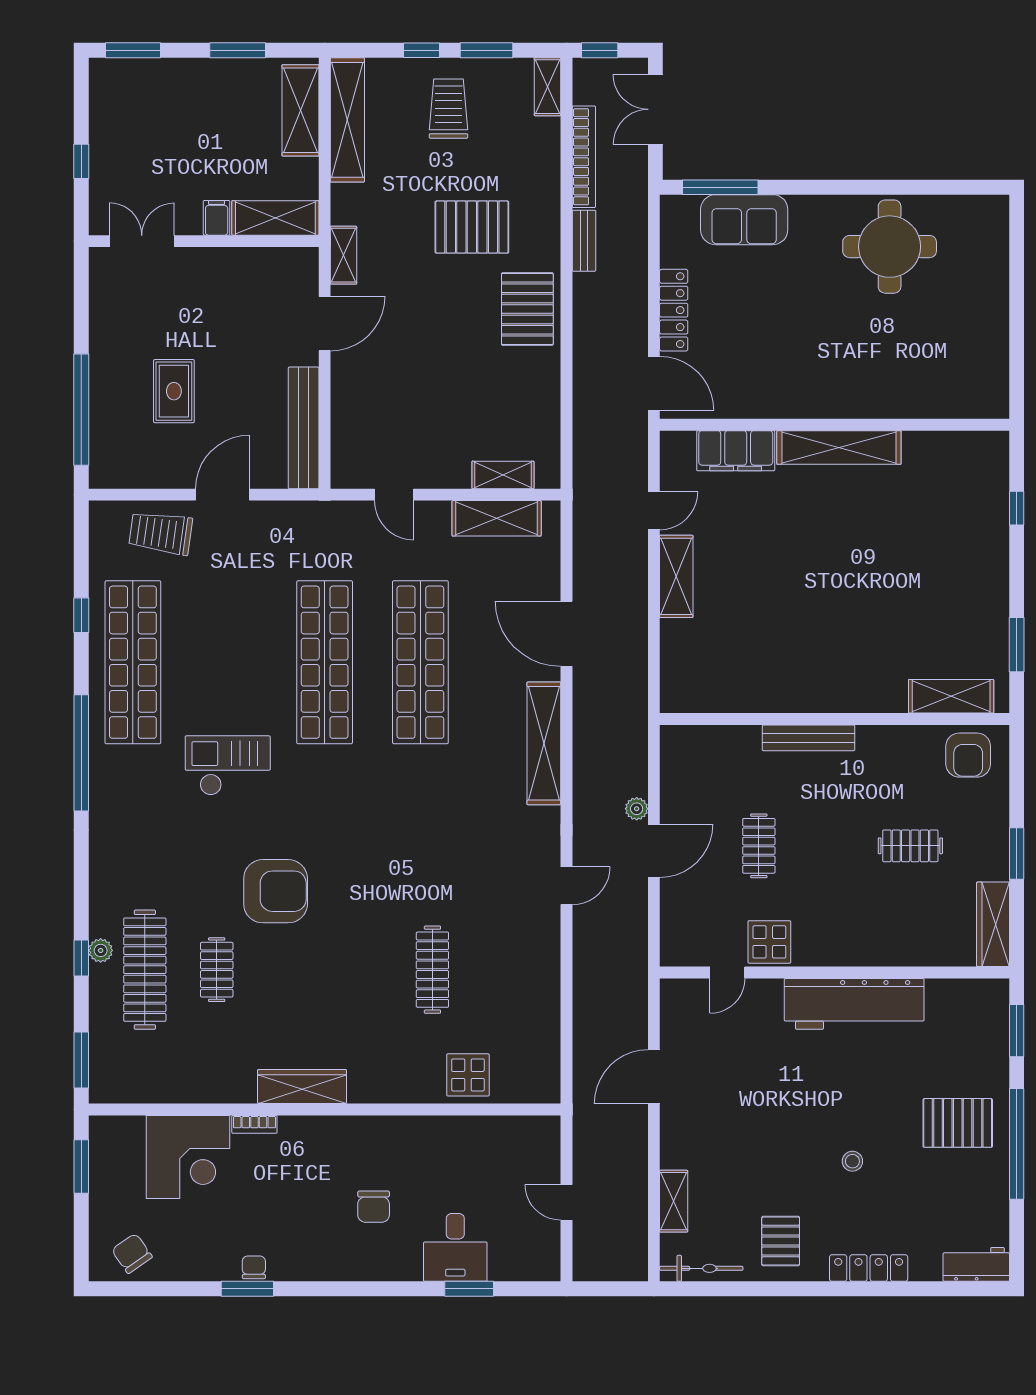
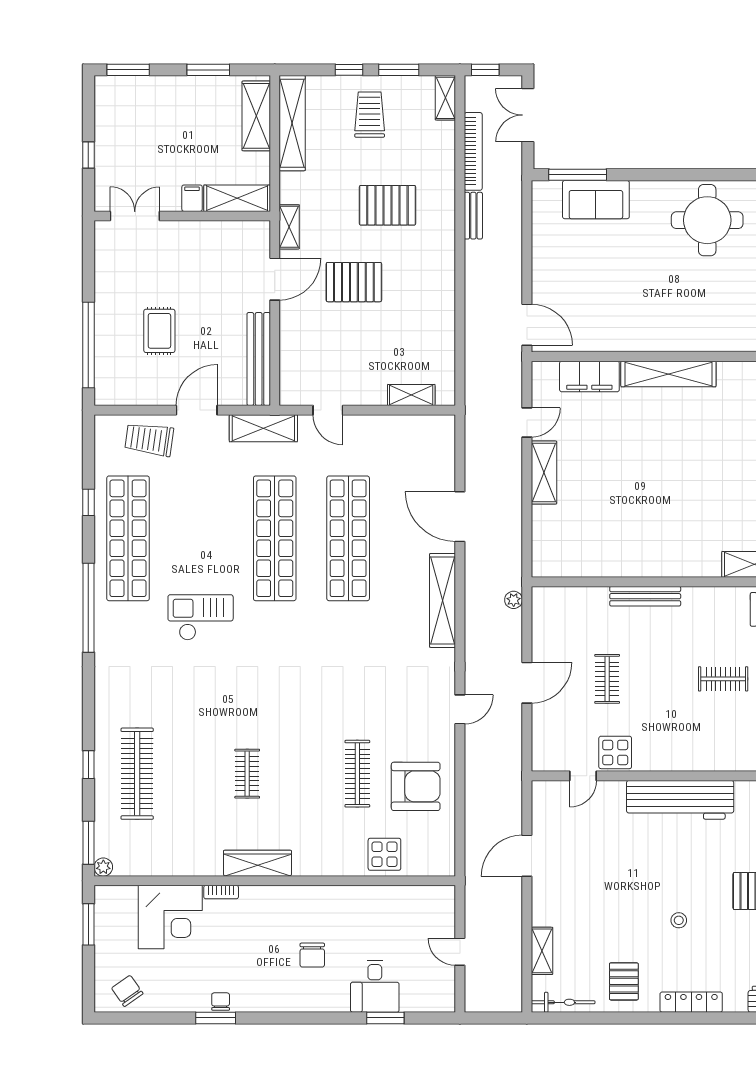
pallet: (527, 309) -> (354, 282), moved, turned 90
locker: (674, 310) -> (542, 269), removed
shelving: (497, 518) -> (263, 428), moved
plant: (637, 809) -> (514, 600), moved
armchair: (276, 891) -> (416, 786), moved
plant: (101, 950) -> (103, 867), moved
clothes rail: (217, 970) -> (247, 774), moved

